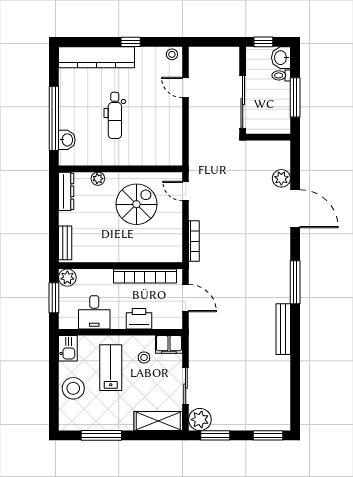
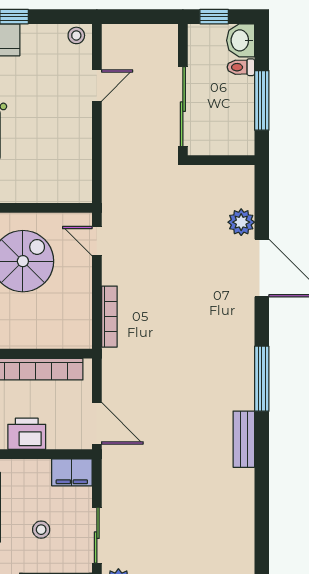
door: (186, 88) -> (97, 85), swing flipped
door: (186, 298) -> (97, 423), moved
bench: (283, 329) -> (244, 439), width x0.73
stool: (144, 357) -> (41, 530), moved

